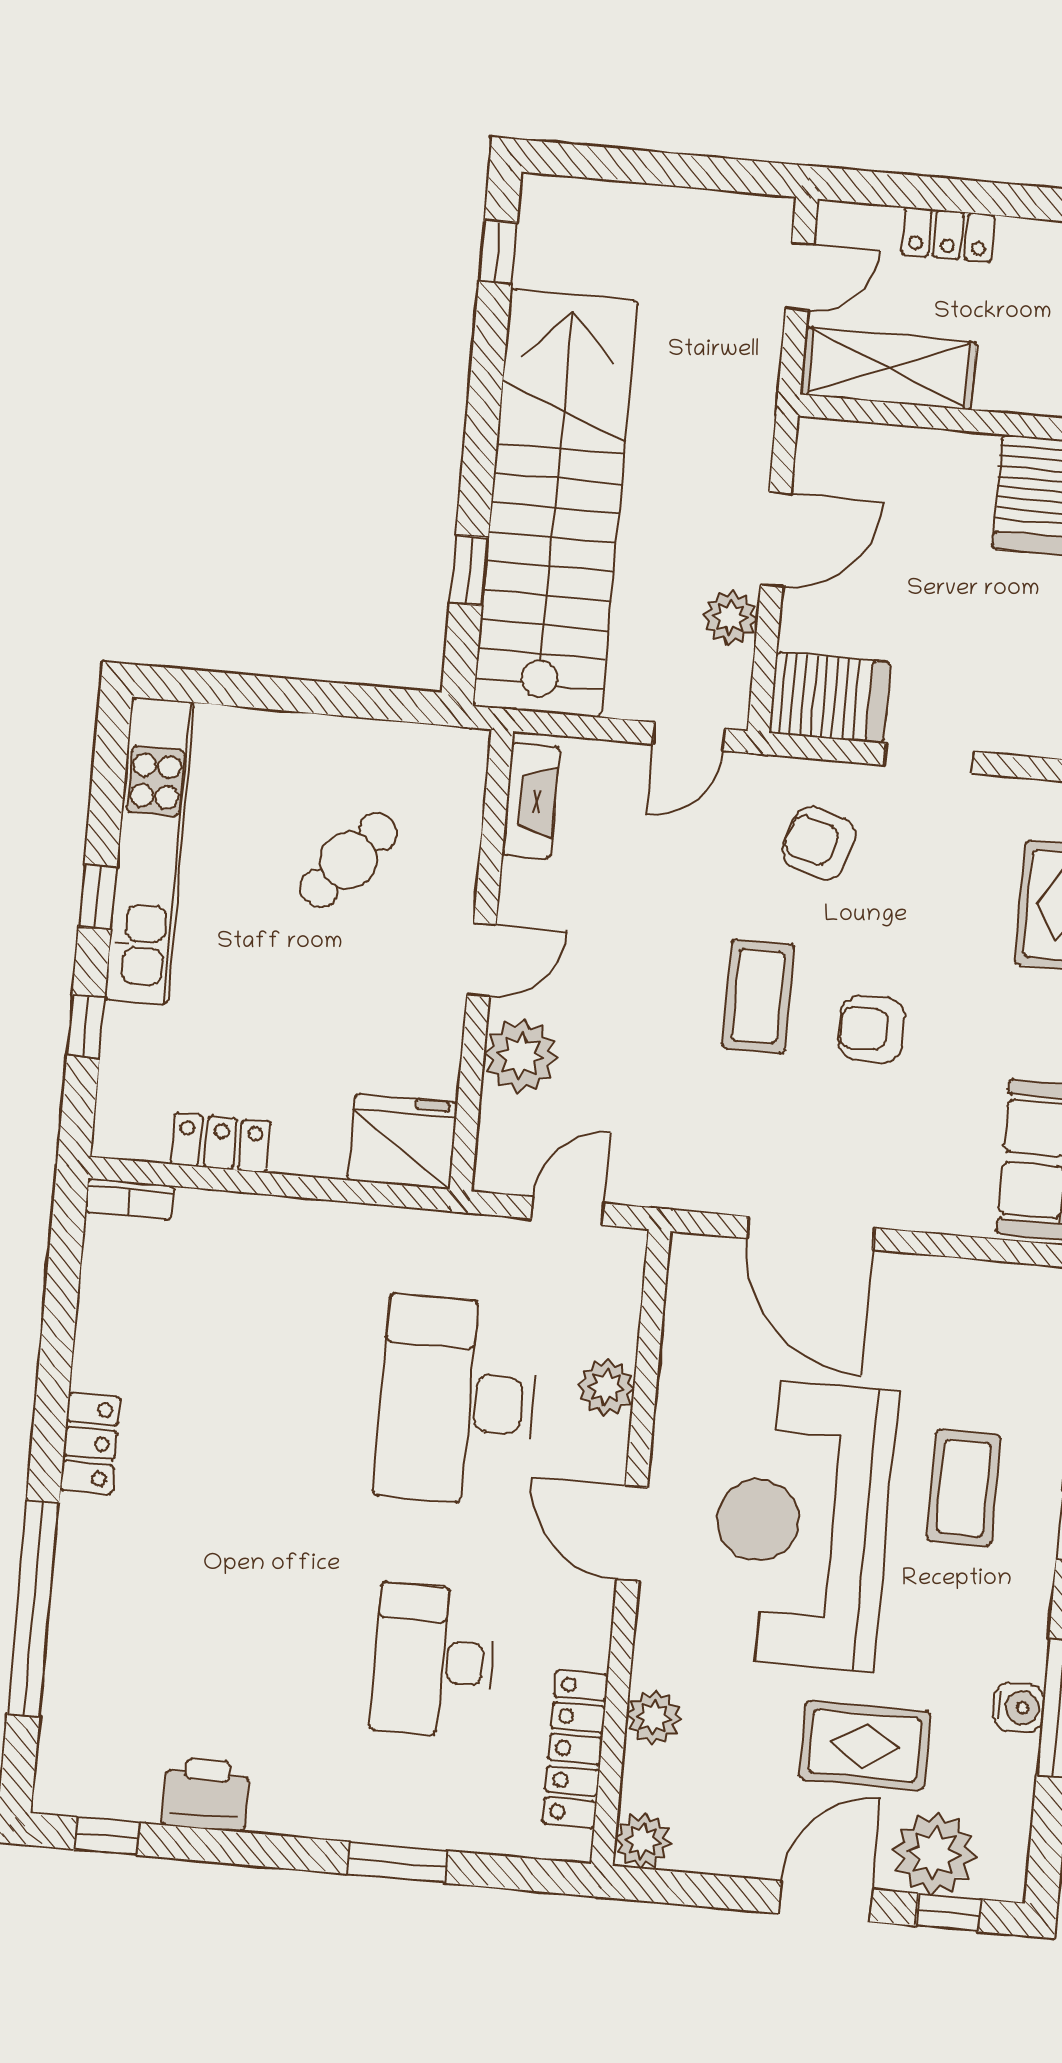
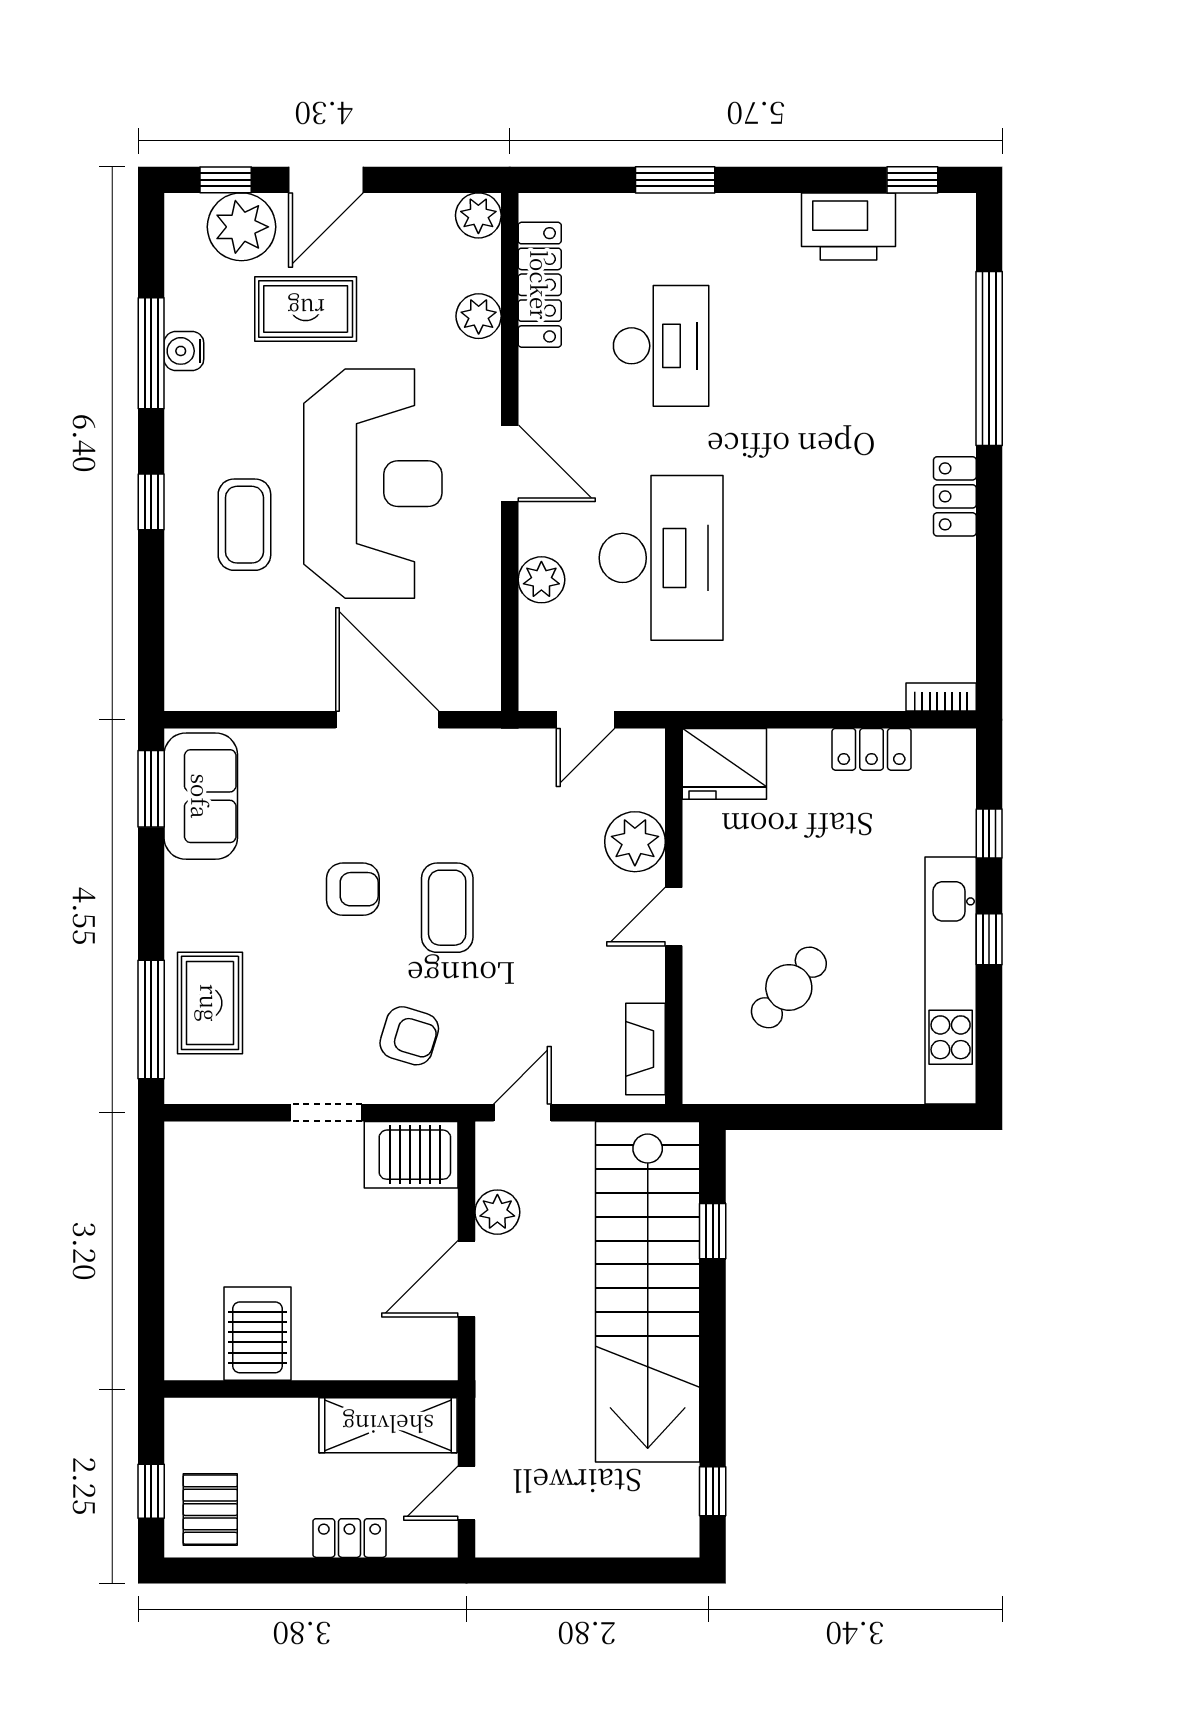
printer: (205, 1794) -> (849, 226), width x1.37, depth x1.19

